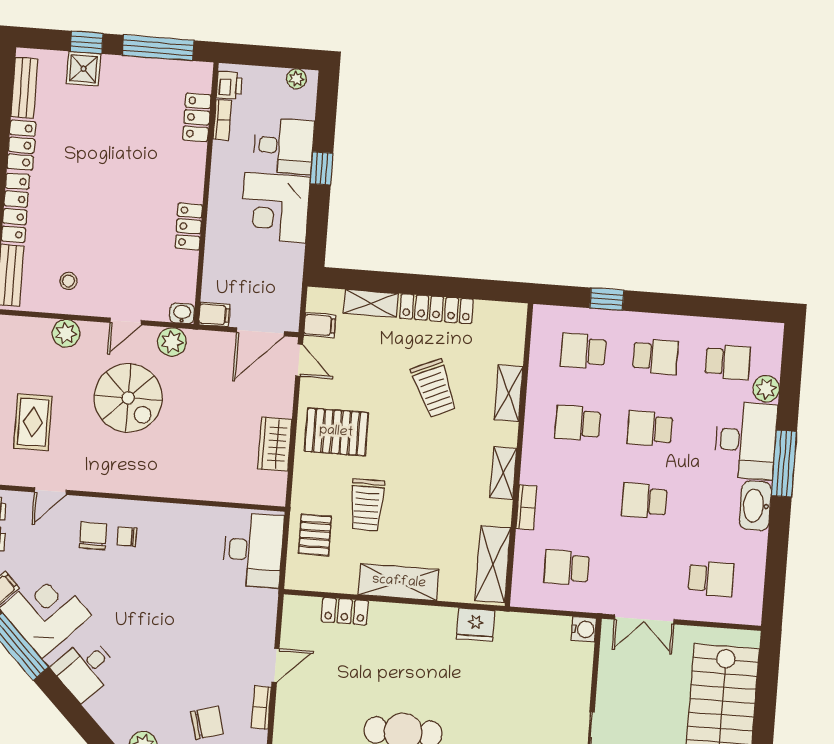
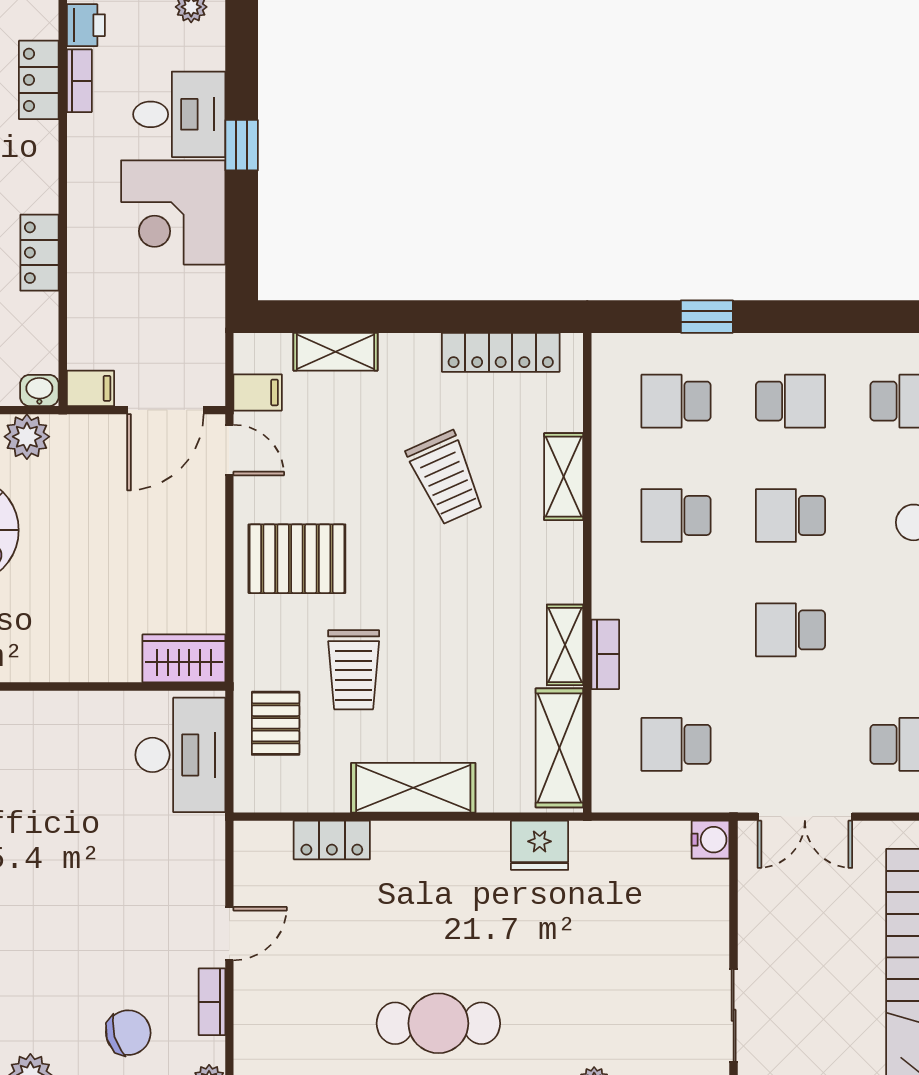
locker: (437, 309) -> (501, 352), moved
wardrobe: (275, 444) -> (184, 658), moved, turned 90
shelving: (503, 473) -> (565, 645), moved

